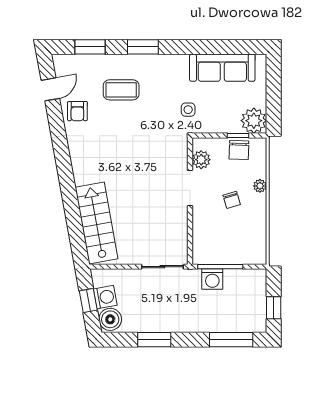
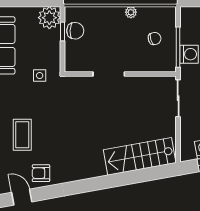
armchair: (77, 111) -> (41, 173), turned 180
plant: (201, 160) -> (84, 64), removed
plant: (260, 186) -> (131, 12), moved
chair: (232, 200) -> (155, 38), moved

